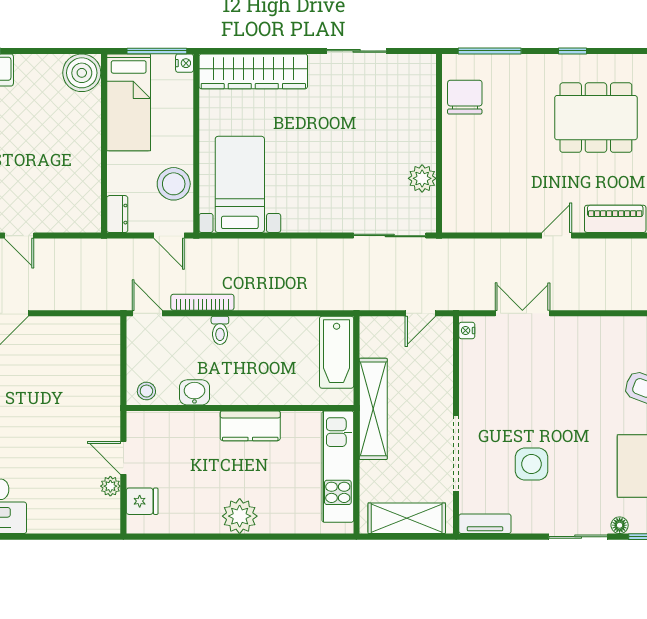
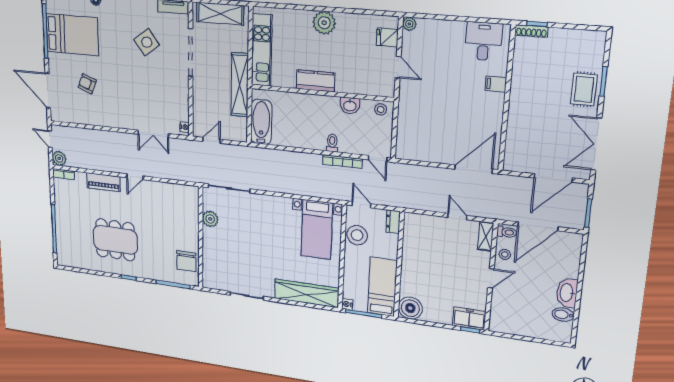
side table: (531, 464) -> (147, 42), turned -37
plant: (110, 486) -> (409, 24), moved

